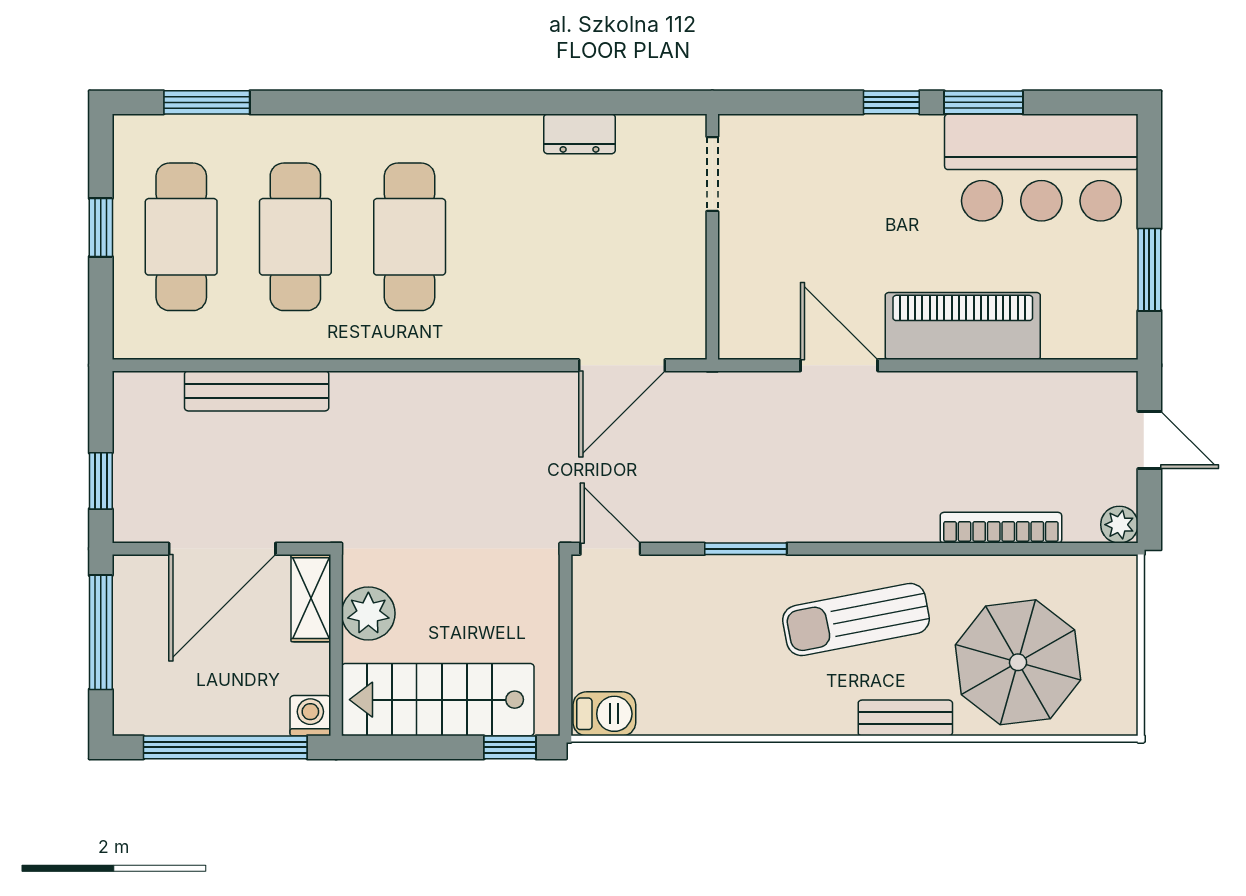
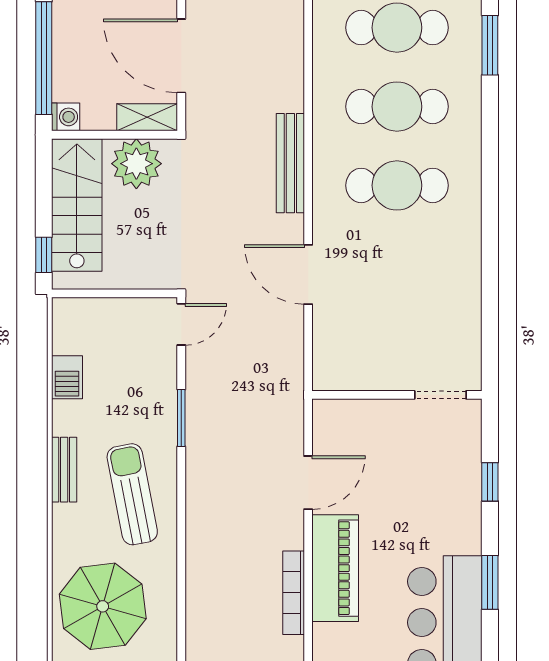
window: (891, 102) -> (490, 482), moved
dresser: (579, 134) -> (468, 303), removed
door: (622, 365) -> (308, 275), moved
bench: (257, 391) -> (290, 163), moved
bookcase: (1001, 528) -> (294, 593), moved, turned 180
plant: (368, 613) -> (136, 164), width x1.36, depth x1.36
barbecue: (604, 714) -> (67, 377), moved
bench: (905, 718) -> (64, 470), moved

